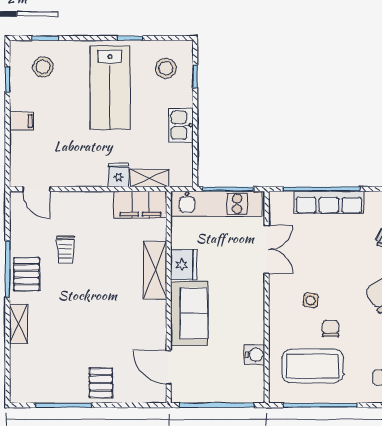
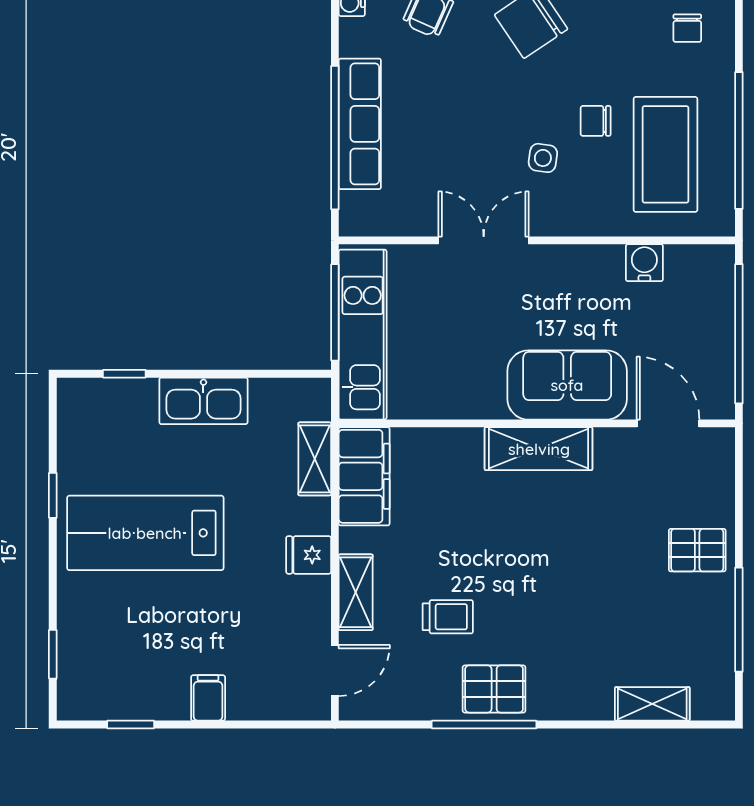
stool: (43, 67) -> (107, 658), removed
stool: (166, 68) -> (109, 429), removed
lab bench: (110, 88) -> (145, 533), turned 180
kitchen sink: (181, 125) -> (203, 401), width x1.38
fridge: (118, 175) -> (309, 555), moved
shelving: (78, 200) -> (356, 592), added
double door: (267, 249) -> (484, 240), moved
fridge: (184, 265) -> (476, 395), removed
shelving: (155, 270) -> (539, 449), moved
shelving: (19, 324) -> (652, 704), moved
door: (169, 367) -> (668, 423), swing flipped

